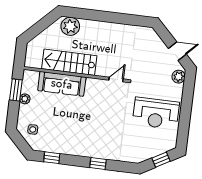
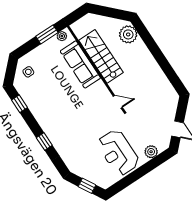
plant: (179, 77) -> (151, 152), moved
plant: (25, 99) -> (62, 36), moved

